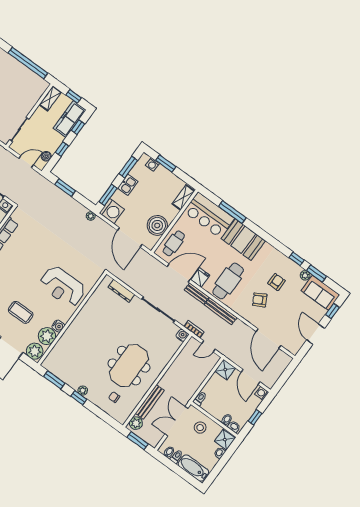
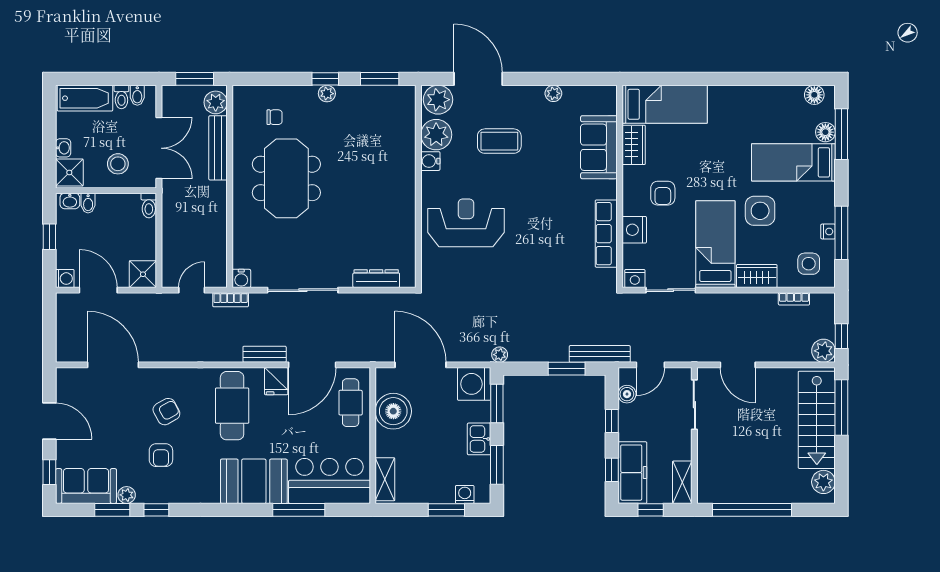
bench: (221, 311) -> (600, 354), moved

